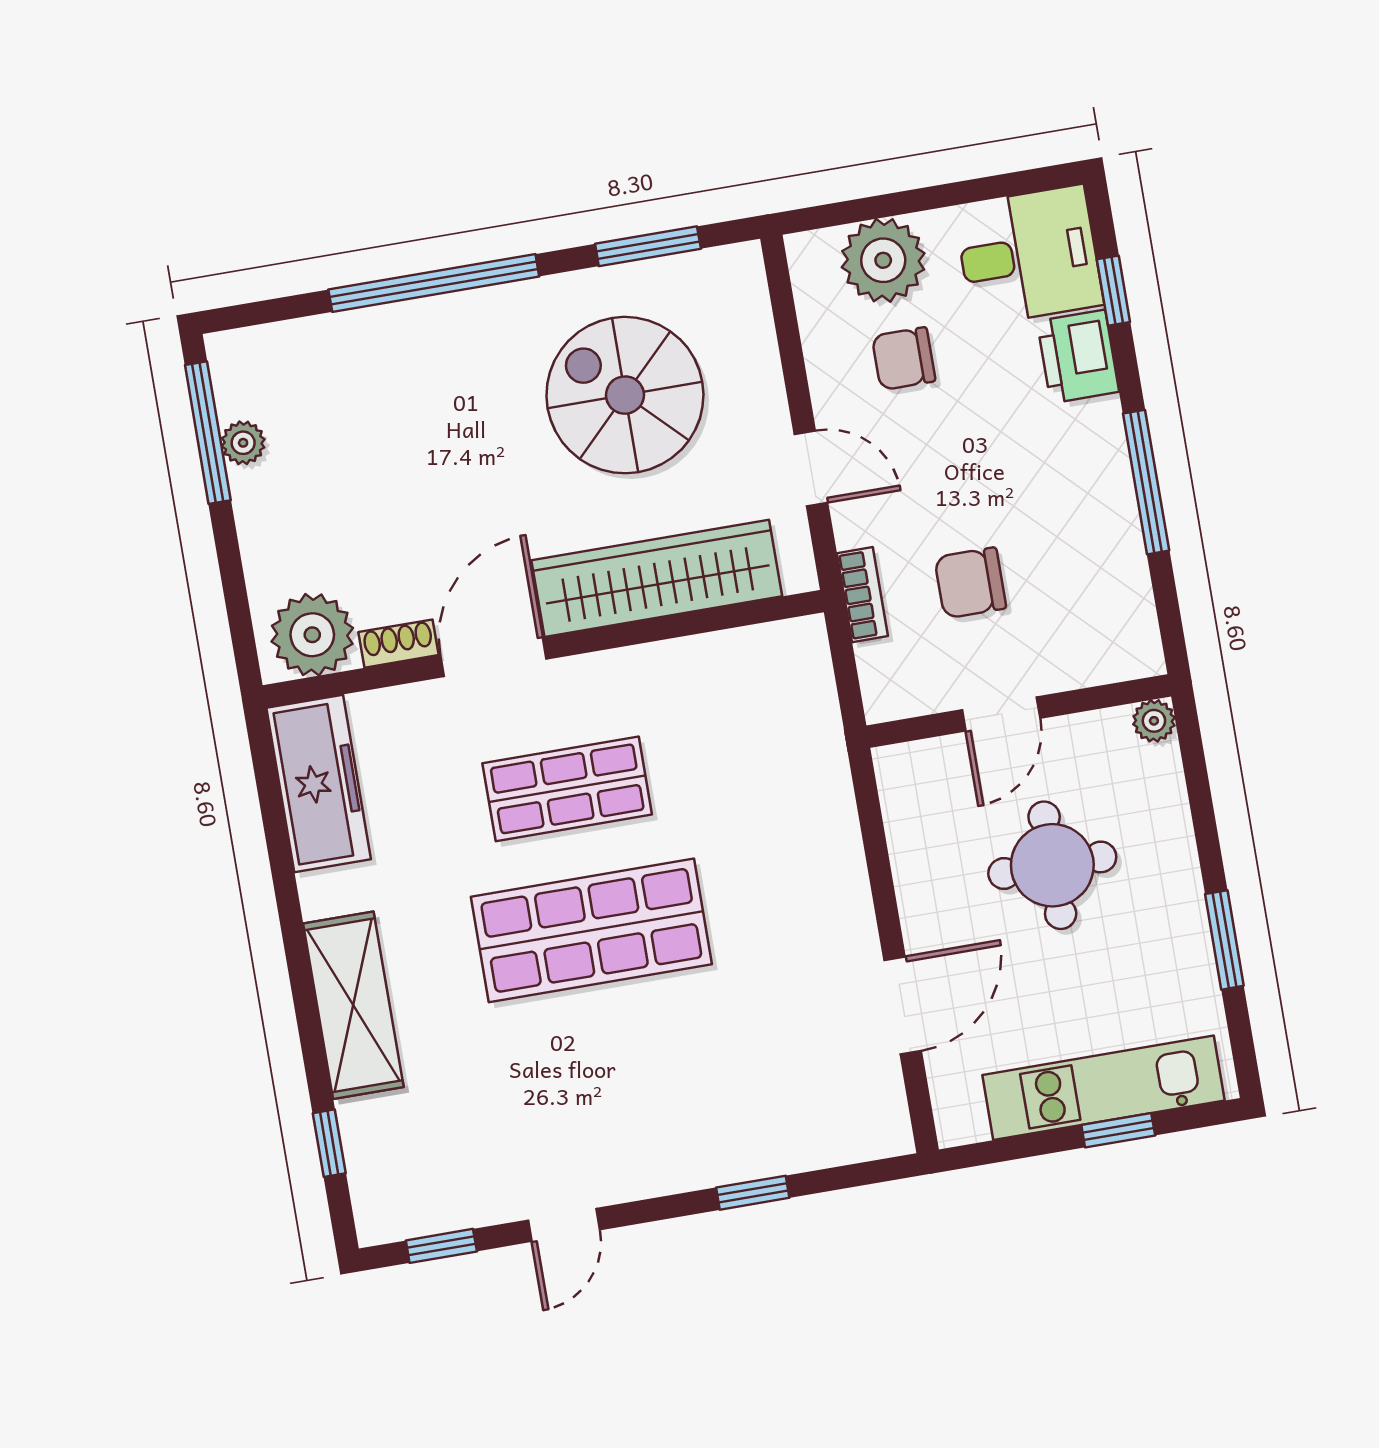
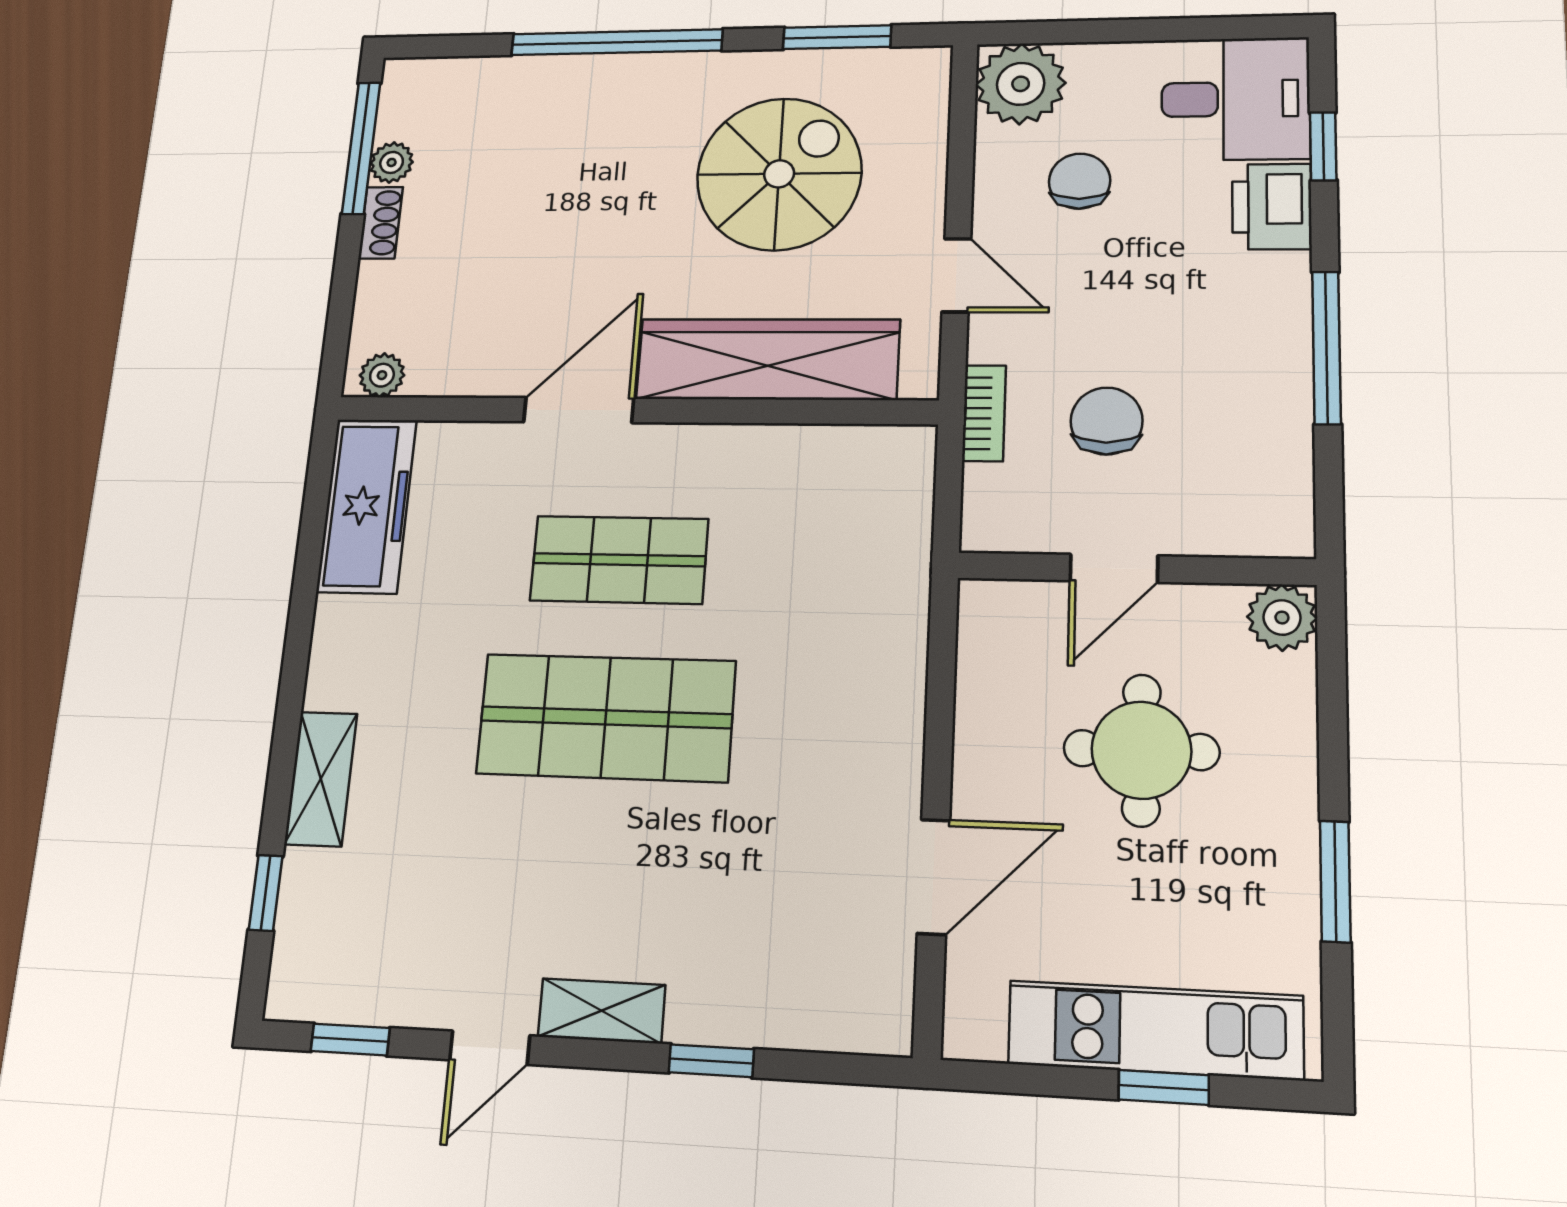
plant: (883, 260) -> (1021, 84), moved
chair: (904, 359) -> (1080, 181), turned 90
spiral stairs: (625, 395) -> (779, 174), turned 90
chair: (970, 583) -> (1107, 421), turned 90
plant: (312, 635) -> (382, 375), width x0.53, depth x0.53
shoe rack: (398, 644) -> (381, 223), moved, turned 90
plant: (1154, 721) -> (1282, 618), width x1.38, depth x1.38
shelving: (353, 1005) -> (321, 779), width x0.67, depth x0.75
shelving: (651, 1174) -> (602, 1011), added

